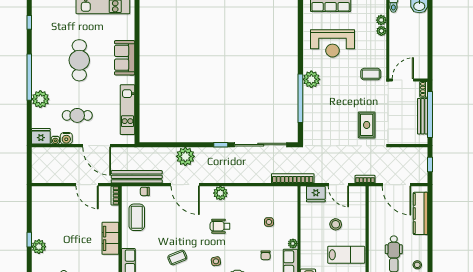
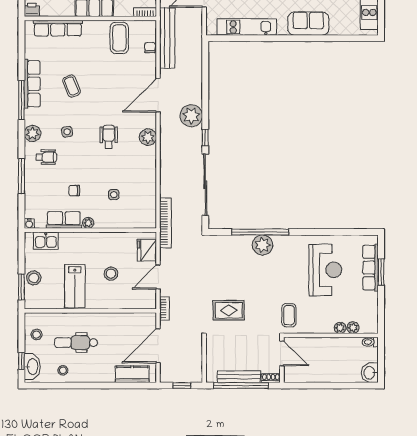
reception desk: (332, 43) -> (325, 270), turned 180
plant: (311, 79) -> (263, 245), moved
plant: (185, 156) -> (191, 116), moved
kitchen counter: (421, 213) -> (132, 374), width x0.67
coffee table: (137, 217) -> (119, 38), turned 90

